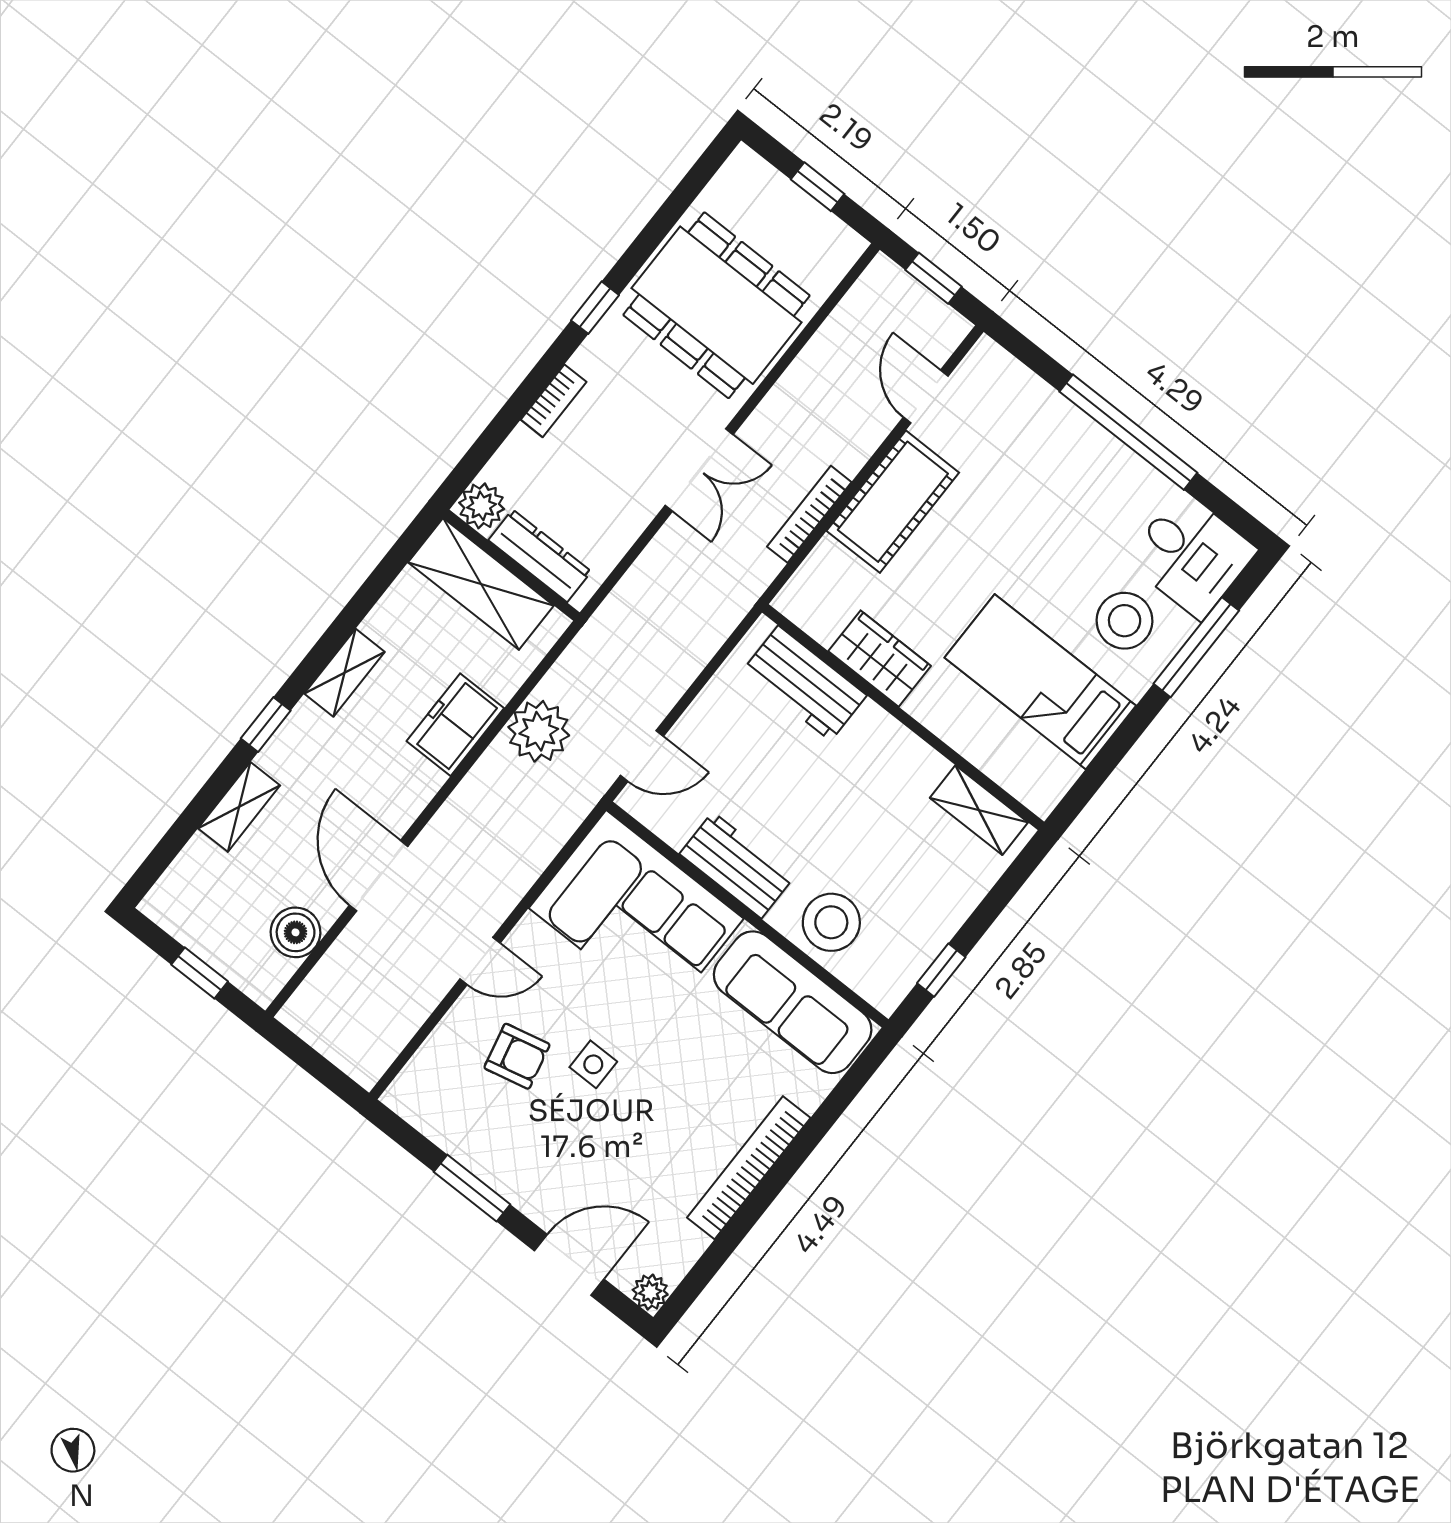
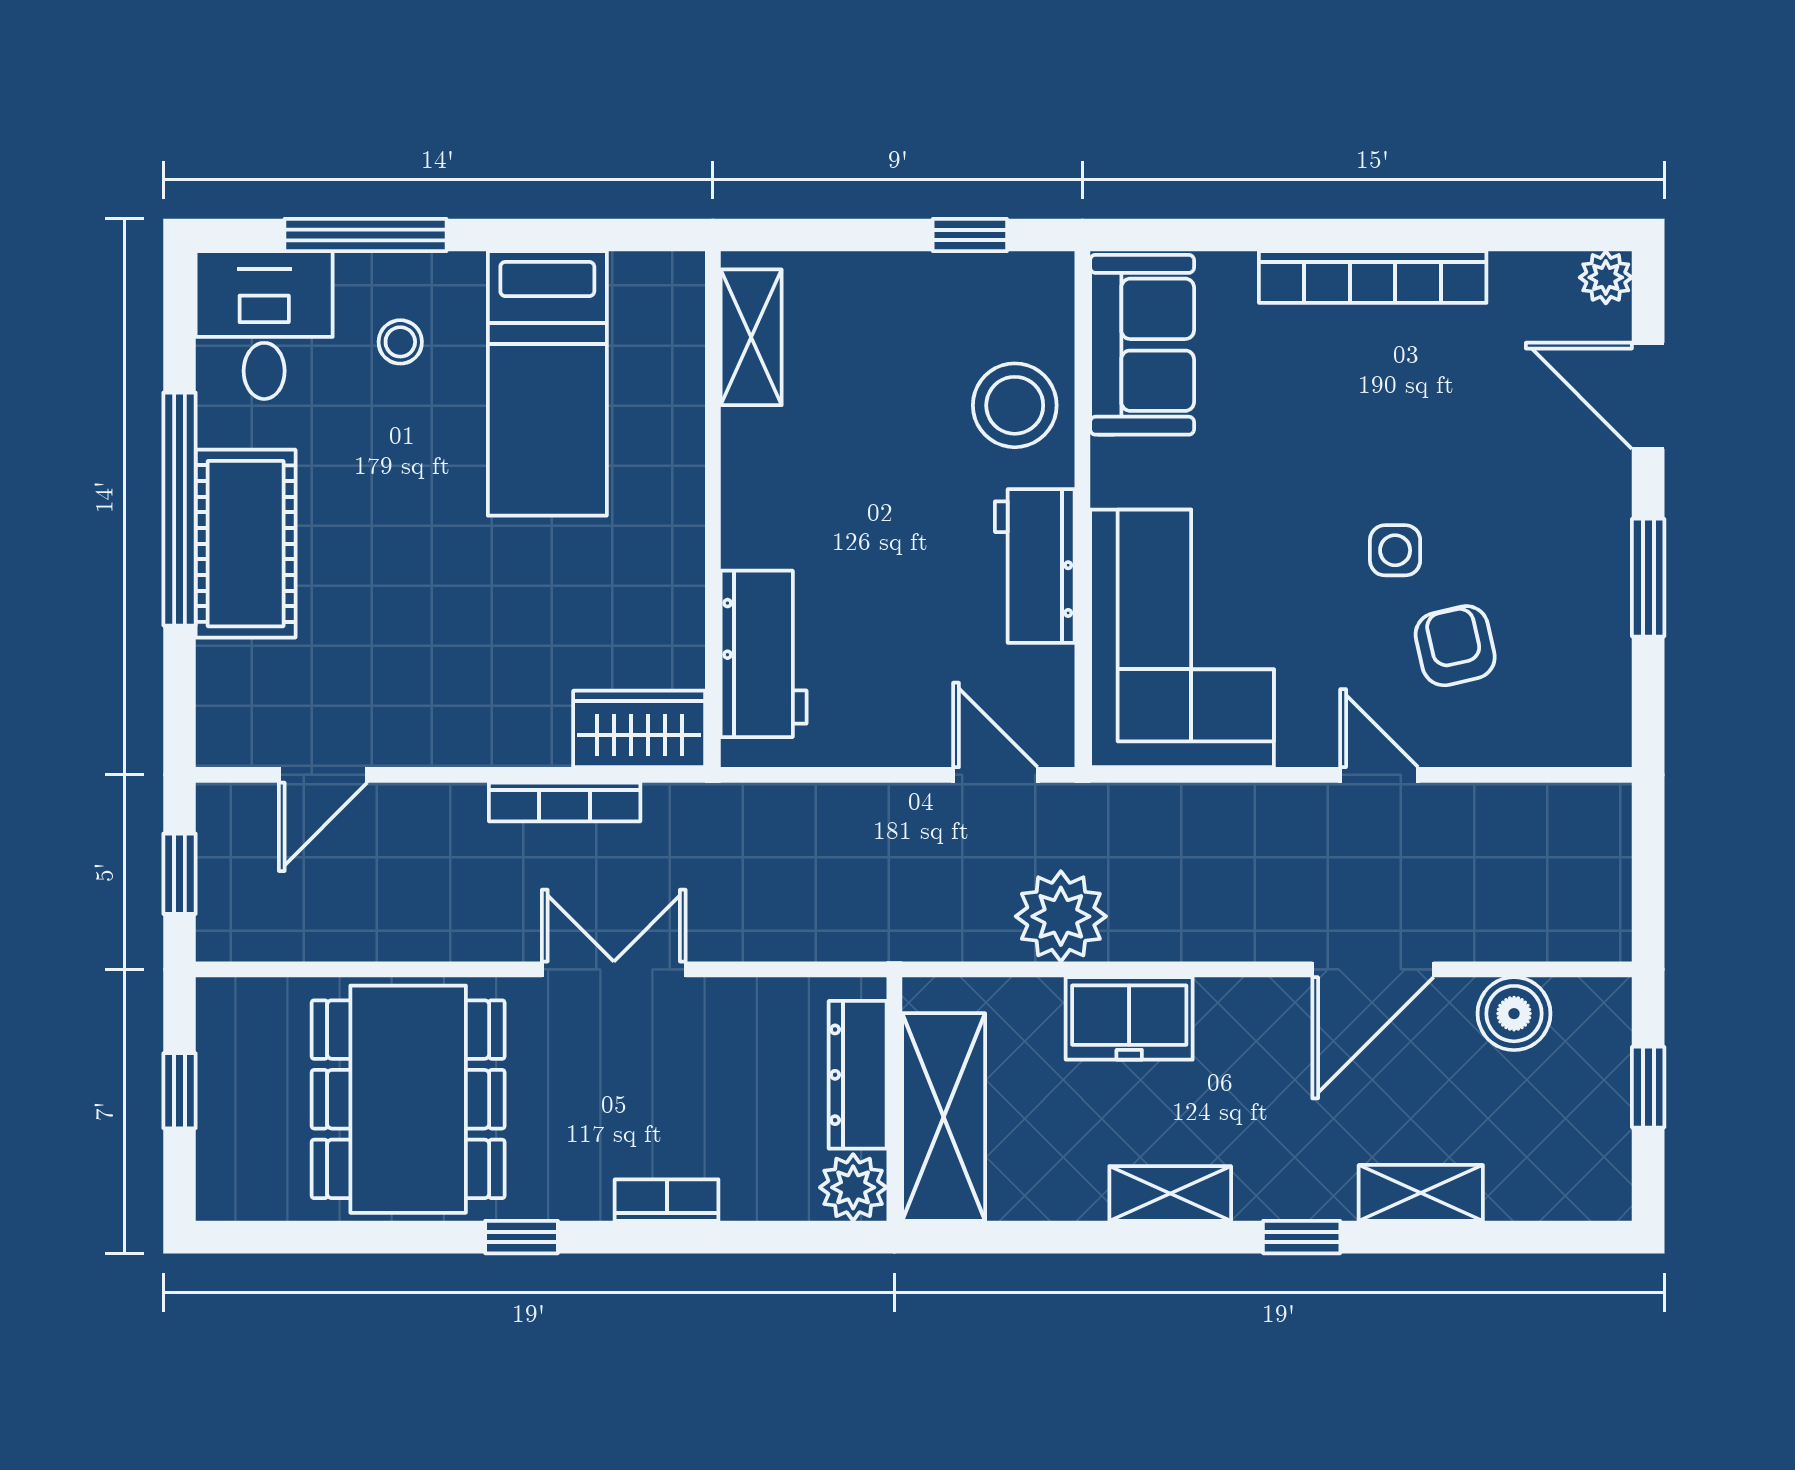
cot: (893, 502) -> (246, 544), moved, turned 90
stool: (1125, 621) -> (400, 342), width x0.53, depth x0.53
wardrobe: (880, 659) -> (639, 729), moved, turned 90
sofa: (793, 1002) -> (1142, 345), width x0.73

